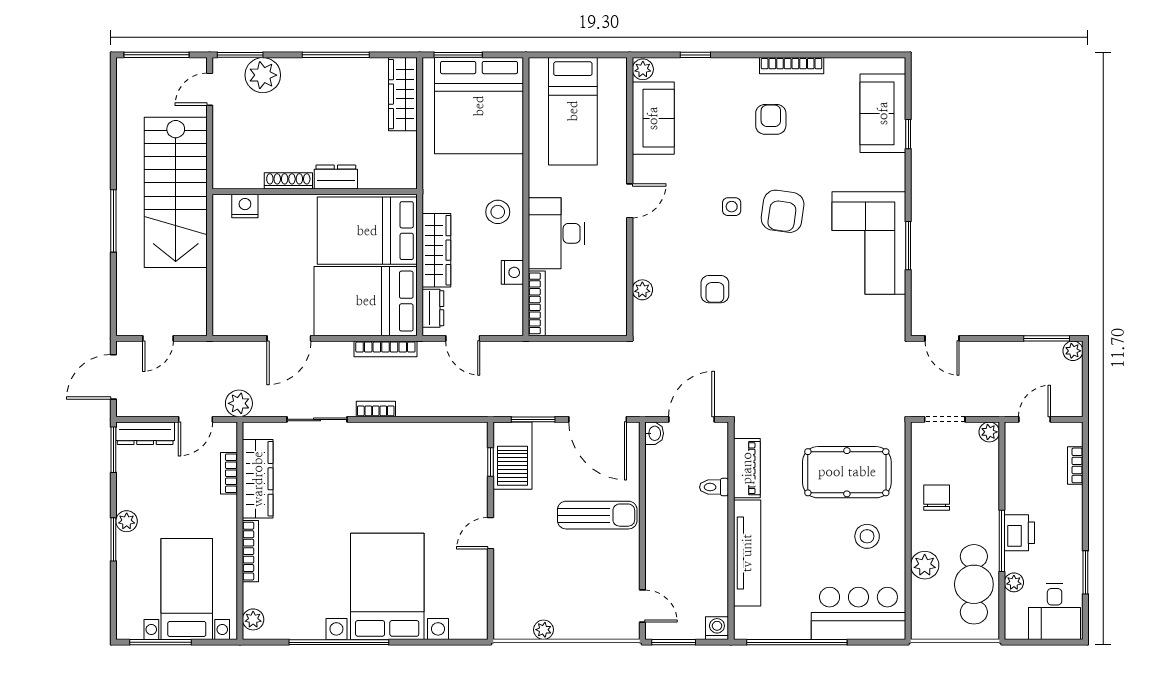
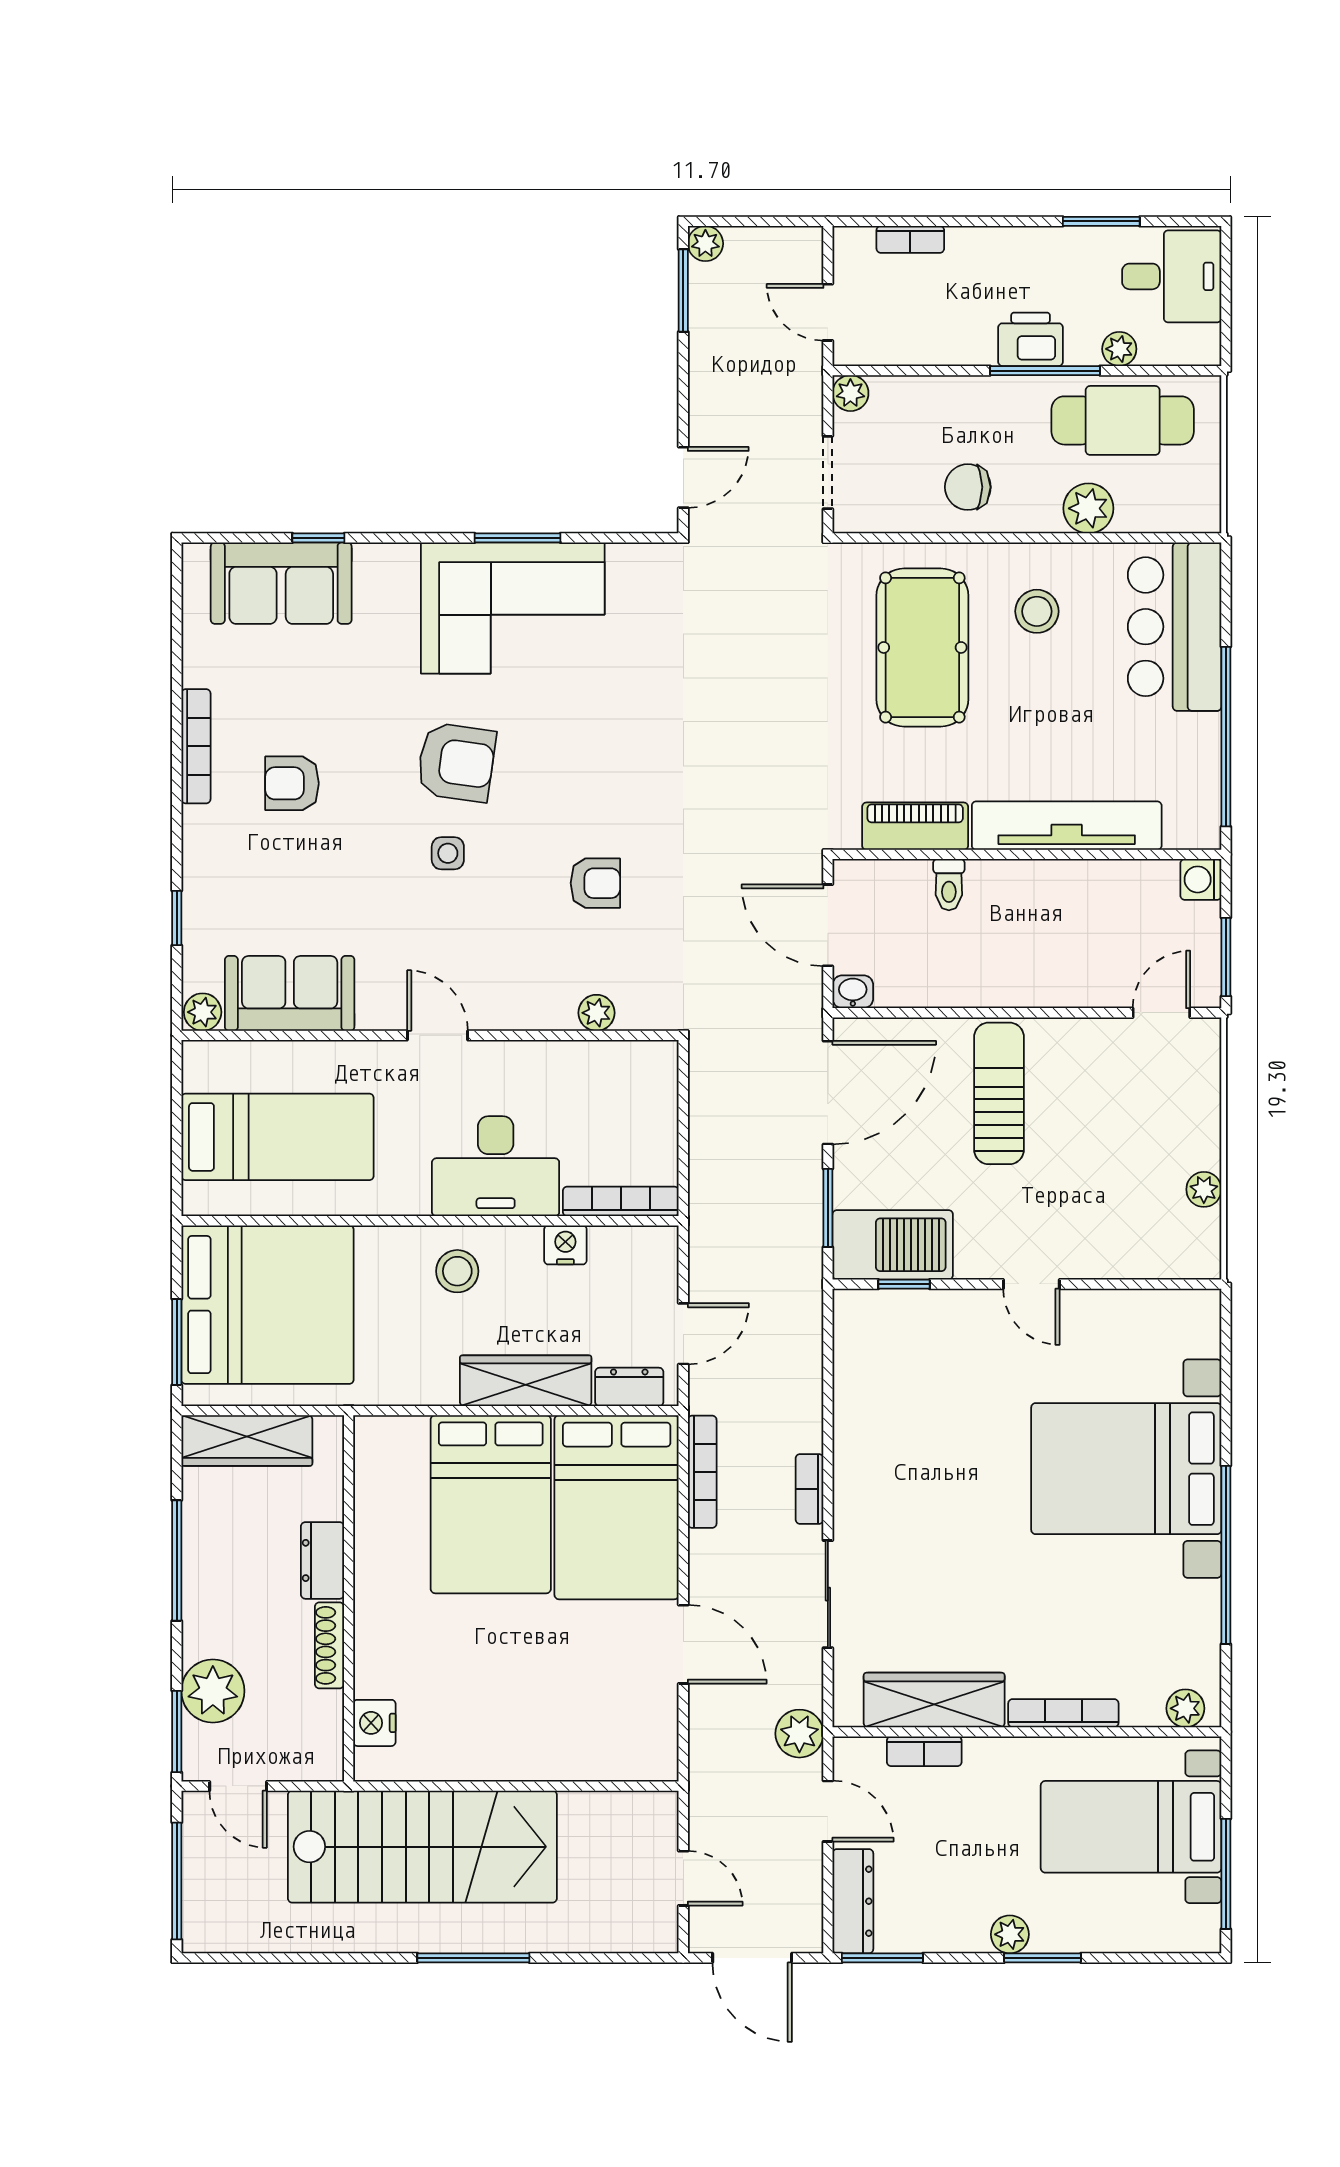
dresser: (336, 177) -> (322, 1560), moved
shoe rack: (288, 181) -> (329, 1645), moved
wall: (315, 192) -> (349, 1598), moved
nightstand: (245, 206) -> (374, 1723), moved

